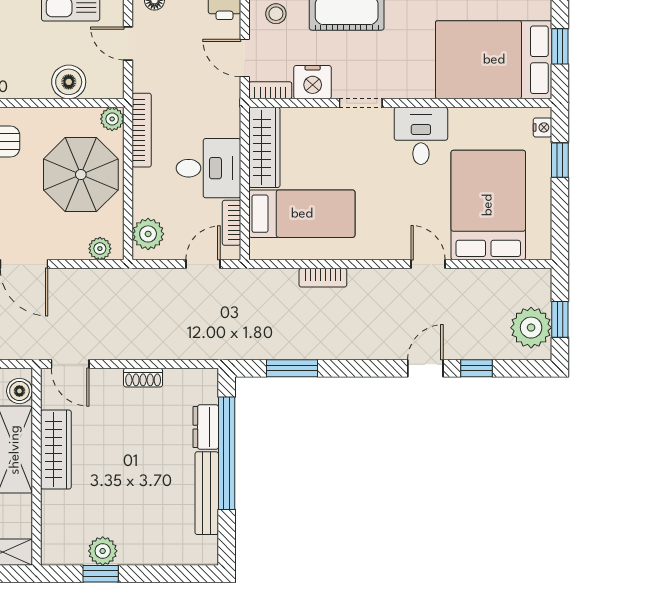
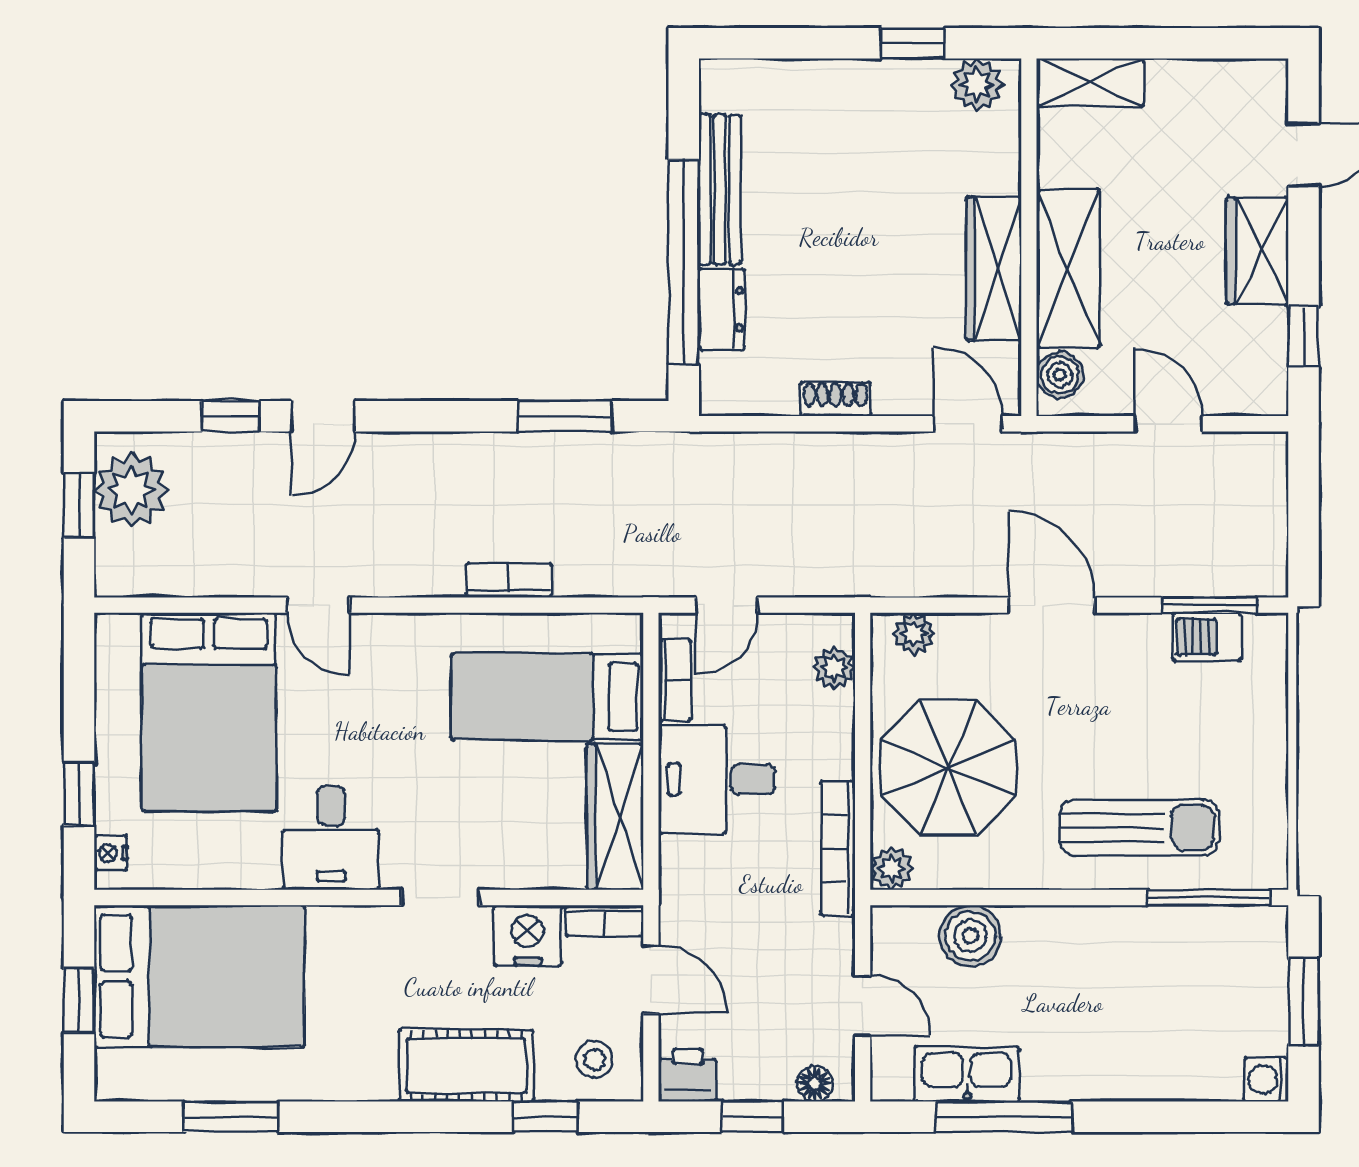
plant: (148, 234) -> (834, 668), width x0.73, depth x0.73
plant: (103, 551) -> (977, 84), moved

